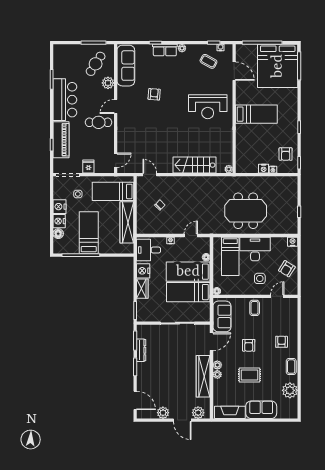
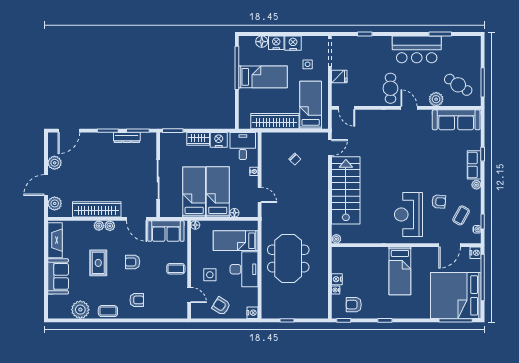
nightstand: (241, 49) -> (476, 253), added
armchair: (154, 94) -> (439, 202), moved
piano: (61, 140) -> (370, 45), removed
stairs: (195, 165) -> (346, 190), width x1.36, depth x1.51

